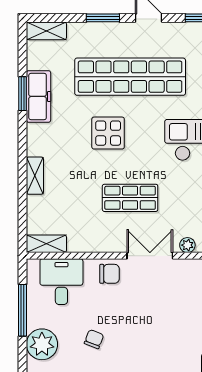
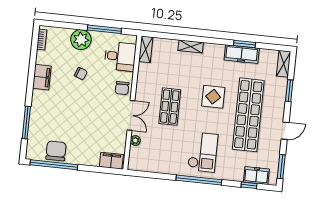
window: (103, 18) -> (289, 91), moved

